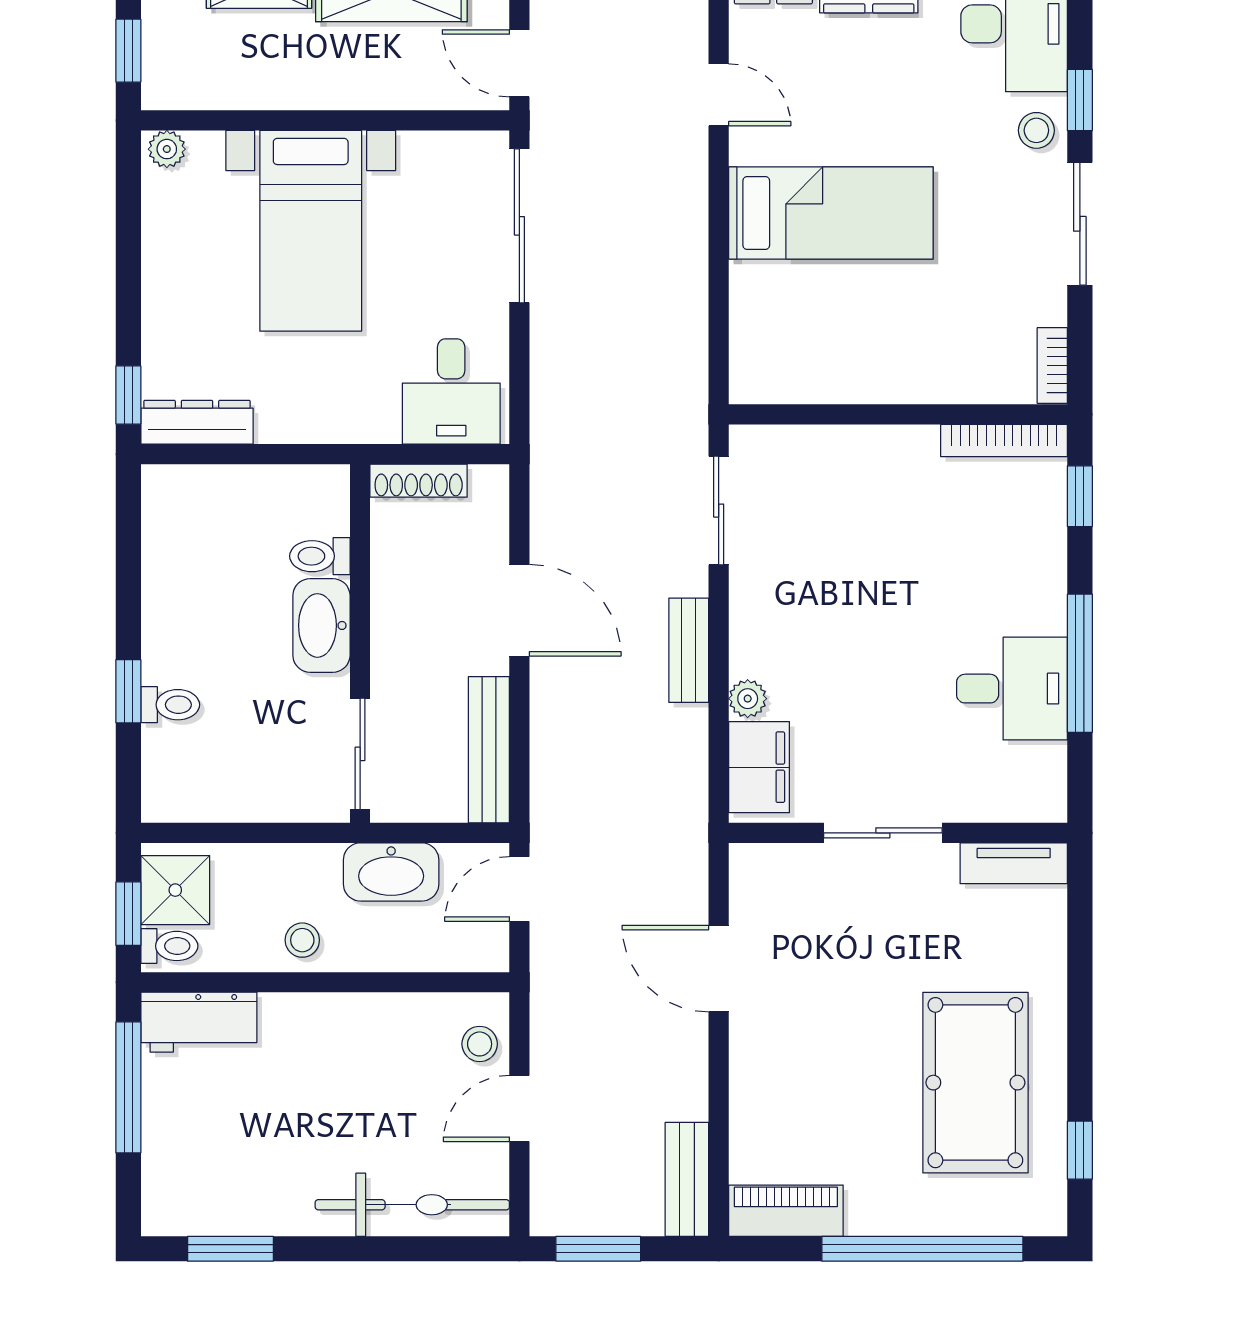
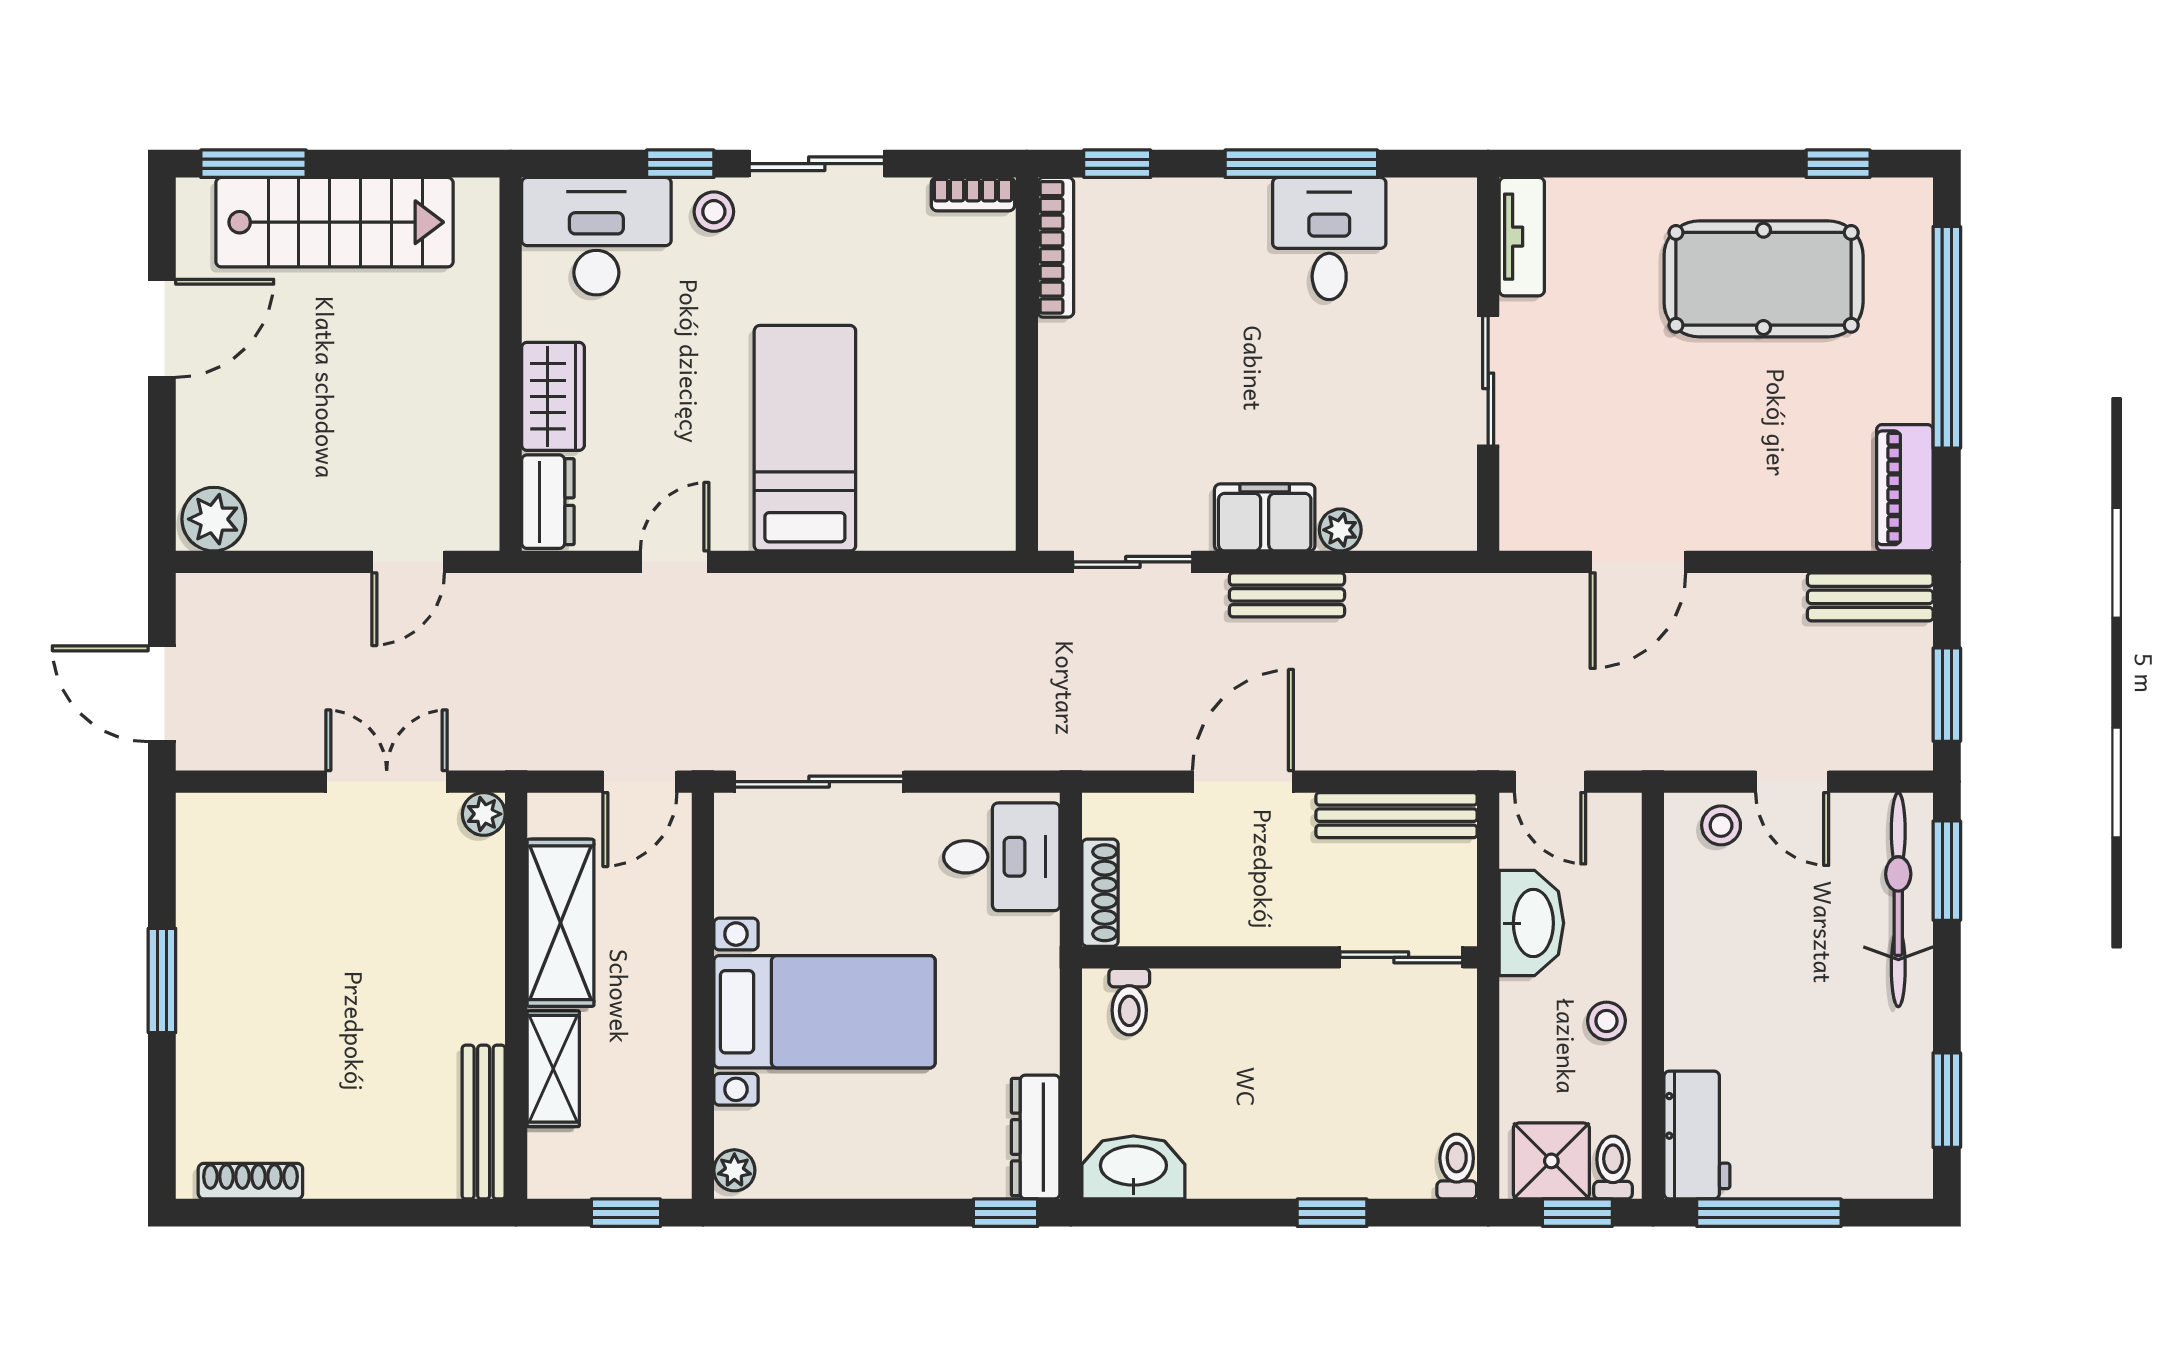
toilet: (320, 556) -> (1129, 1002), moved
washbasin: (321, 625) -> (1133, 1167), moved, turned 180
toilet: (170, 705) -> (1457, 1167), moved
filing cabinet: (759, 767) -> (1265, 517), moved
window: (439, 1249) -> (1947, 871), added

